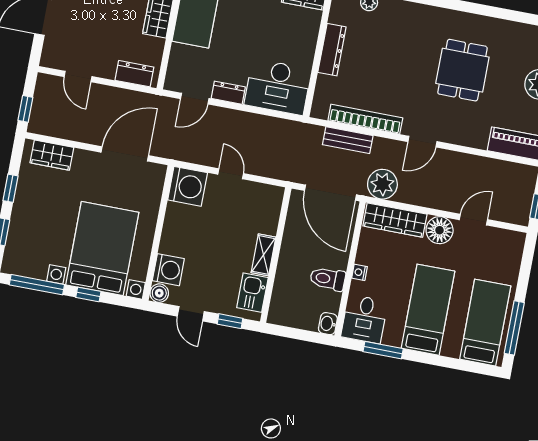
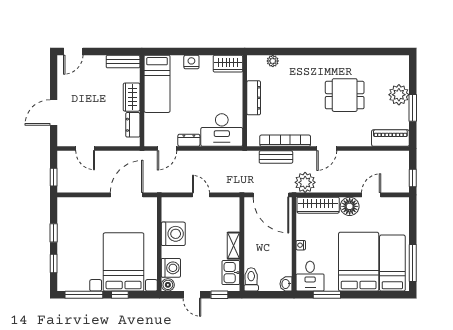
dining table: (462, 70) -> (345, 95), turned 90
dresser: (134, 74) -> (133, 125), moved, turned -90
wardrobe: (52, 155) -> (77, 205), removed
washing machine: (188, 186) -> (173, 234), moved
toilet: (328, 279) -> (251, 279), moved, turned 90
bed: (428, 310) -> (359, 262), width x1.50

